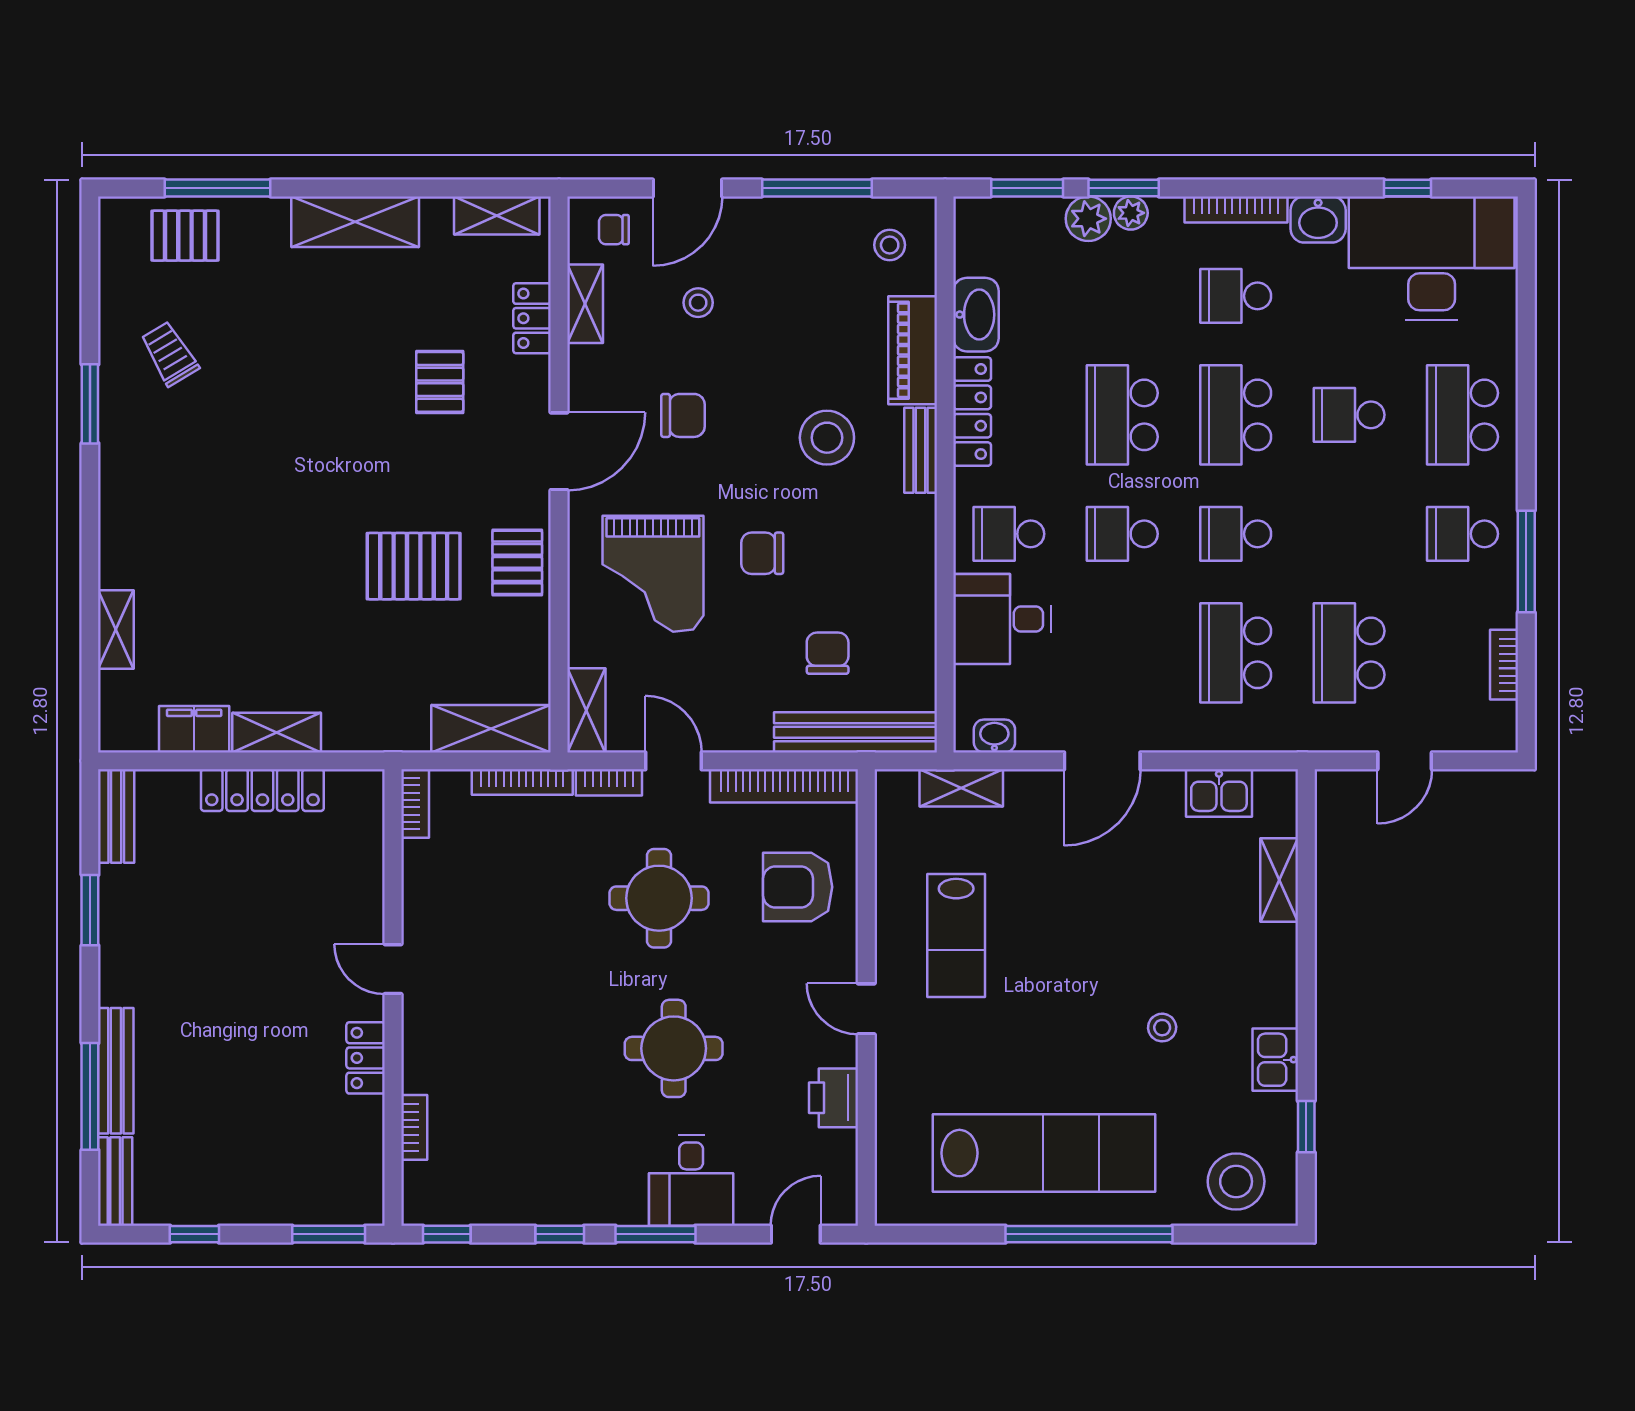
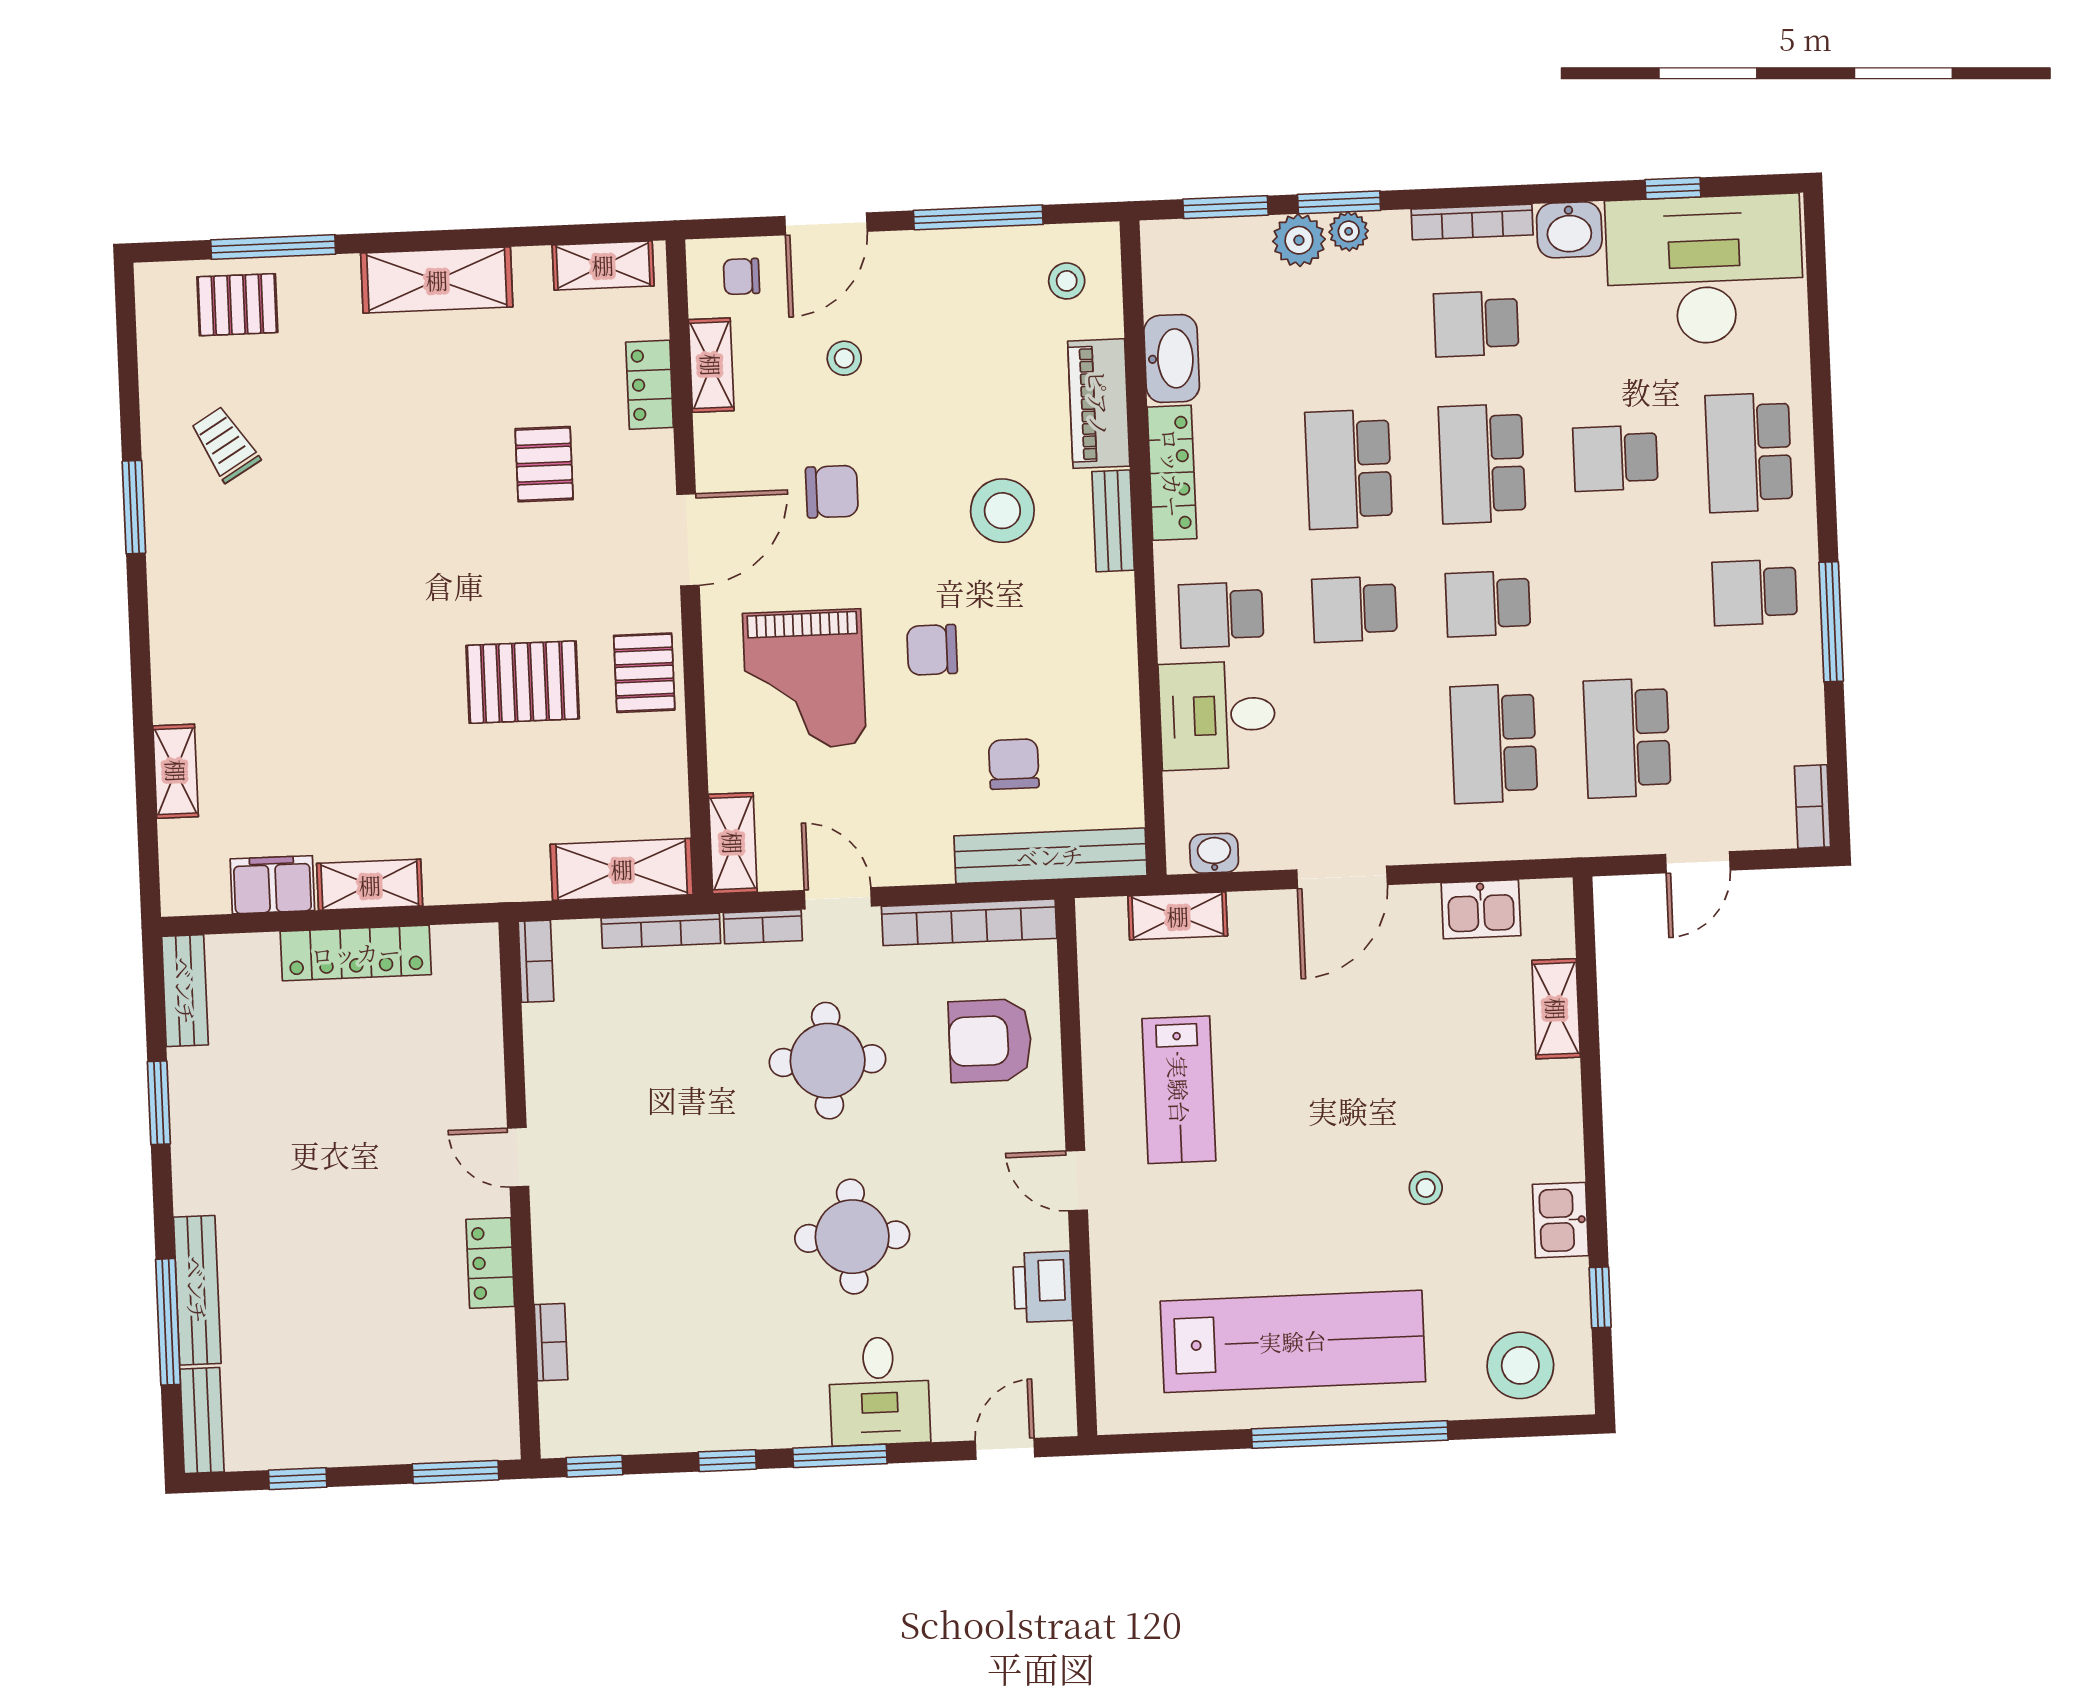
bookcase: (1504, 665) -> (1813, 806), moved

